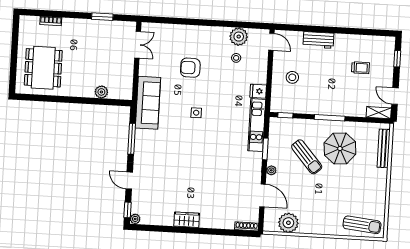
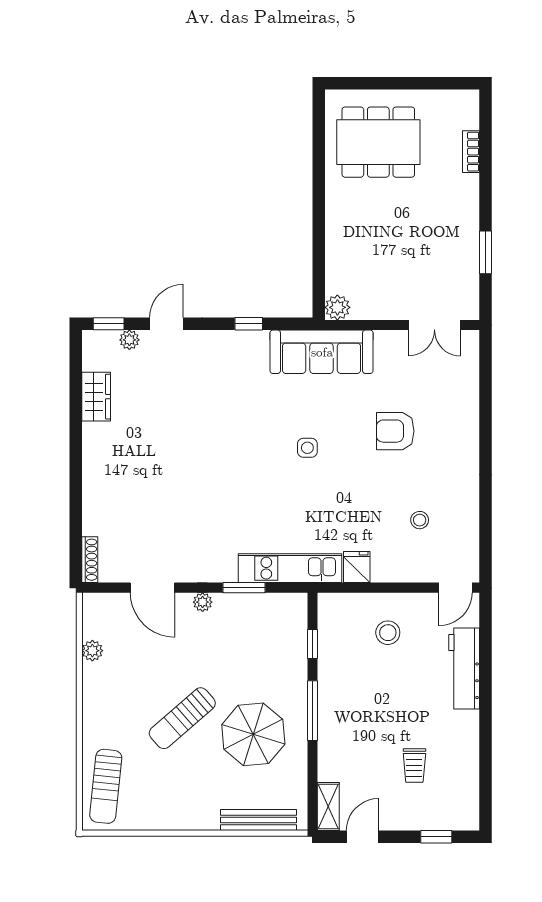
plant: (239, 37) -> (462, 523), removed
workbench: (318, 40) -> (464, 669), width x1.38
armchair: (190, 68) -> (395, 431), turned -90
plant: (101, 92) -> (337, 307), moved
window: (285, 115) -> (313, 644), moved
window: (132, 139) -> (249, 324), width x0.46
sun lounger: (307, 157) -> (182, 718), moved
door: (263, 195) -> (152, 588), hinge flipped
plant: (135, 219) -> (129, 340), moved
wardrobe: (187, 220) -> (96, 397), moved
plant: (288, 223) -> (92, 651), width x0.53, depth x0.53

